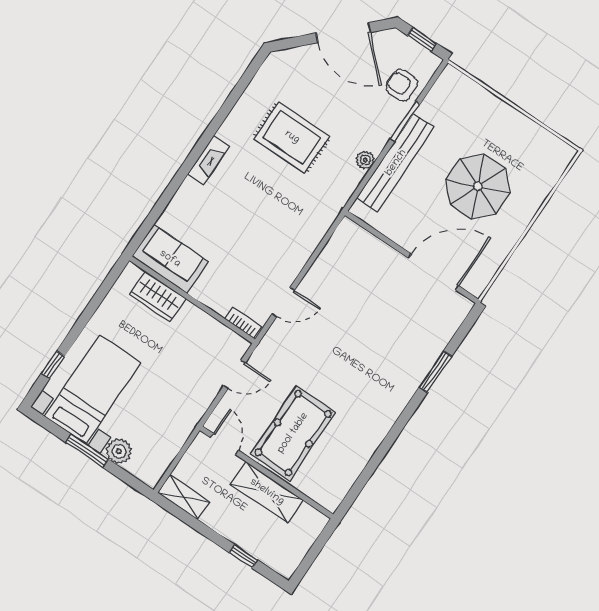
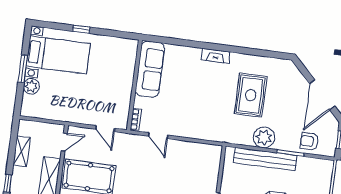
armchair: (402, 85) -> (309, 141), turned -90
plant: (365, 160) -> (264, 137), width x1.87, depth x1.87
sofa: (170, 259) -> (150, 69), width x1.36
wardrobe: (158, 296) -> (127, 65), removed
window: (53, 365) -> (81, 29), moved
shelving: (184, 497) -> (22, 151), moved

